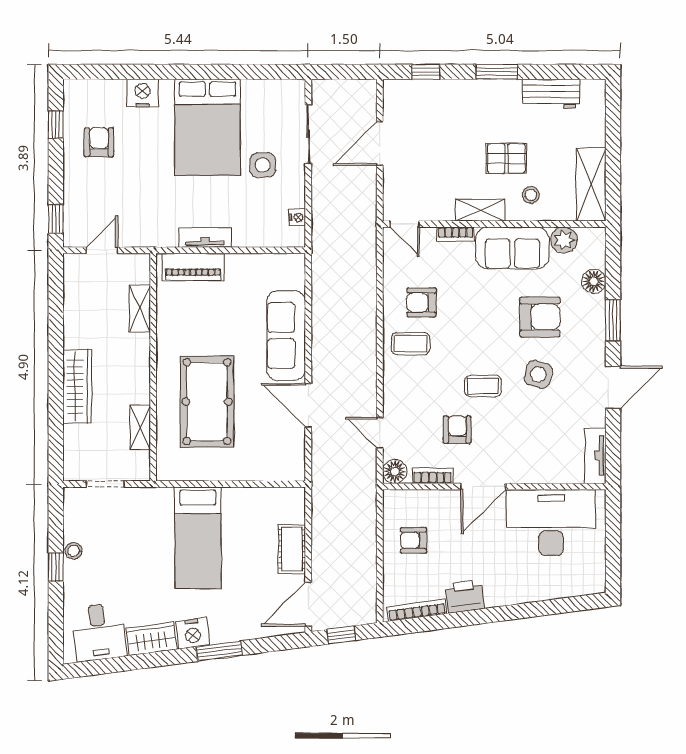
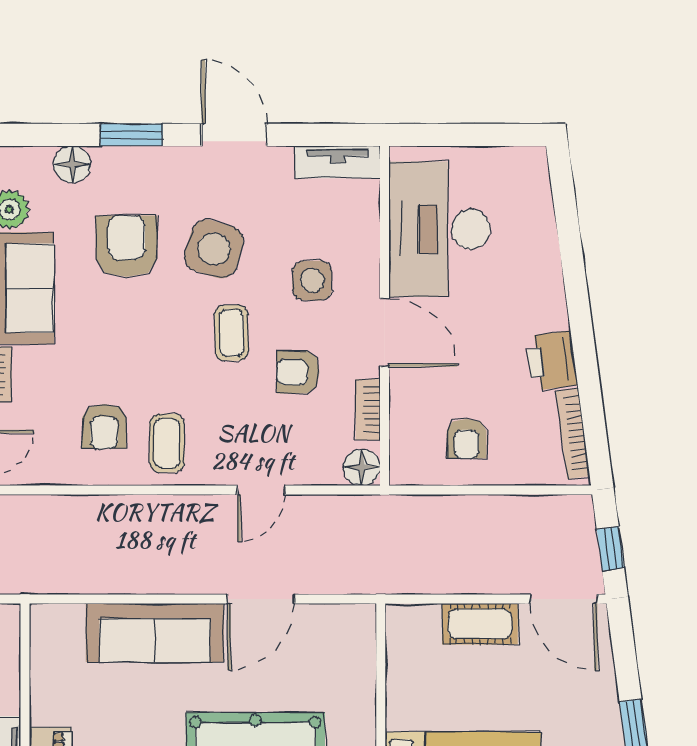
side table: (538, 374) -> (214, 249), width x1.37, depth x1.37
door: (380, 433) -> (261, 490), moved
side table: (517, 439) -> (312, 281), added

